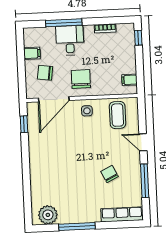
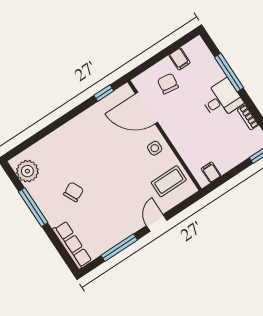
desk: (70, 40) -> (222, 99), moved
chair: (81, 79) -> (183, 123), removed
chair: (110, 174) -> (73, 192), moved

